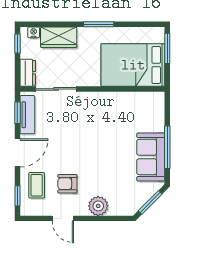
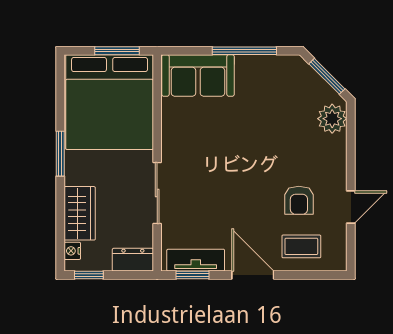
window: (167, 48) -> (117, 51), moved
bed: (133, 65) -> (110, 102), width x1.36
sliding door: (56, 89) -> (157, 193), moved
sofa: (151, 157) -> (198, 75), moved
window: (17, 196) -> (317, 275), removed
plant: (98, 206) -> (332, 119), moved

